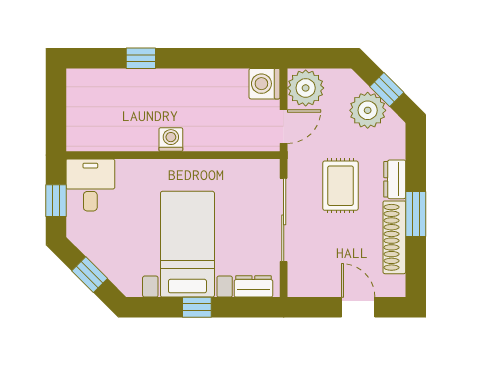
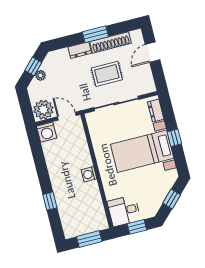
plant: (368, 110) -> (41, 75), width x0.53, depth x0.53
window: (56, 111) -> (89, 239), added
rug: (341, 186) -> (107, 74), moved

